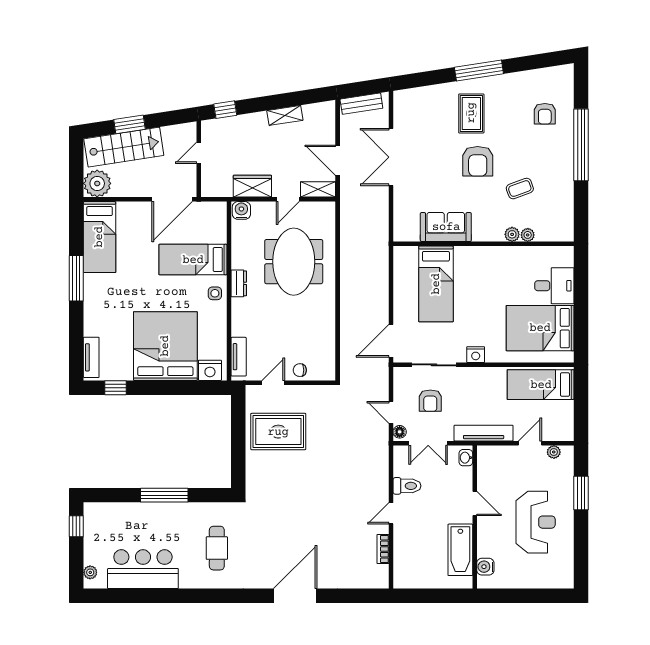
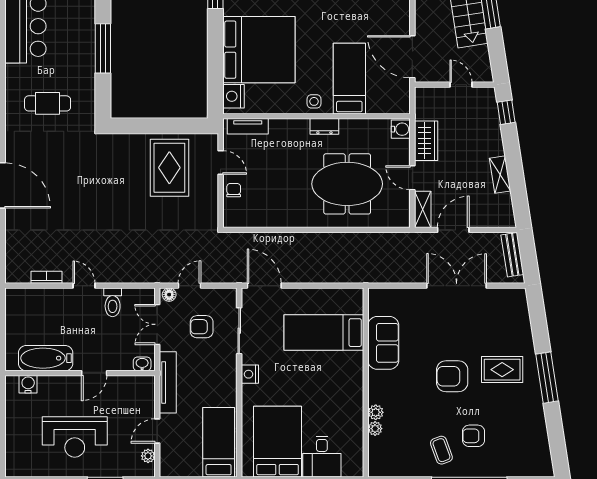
armchair: (545, 114) -> (473, 436), moved
coffee table: (520, 189) -> (441, 450), moved
door: (530, 443) -> (157, 431), swing flipped

